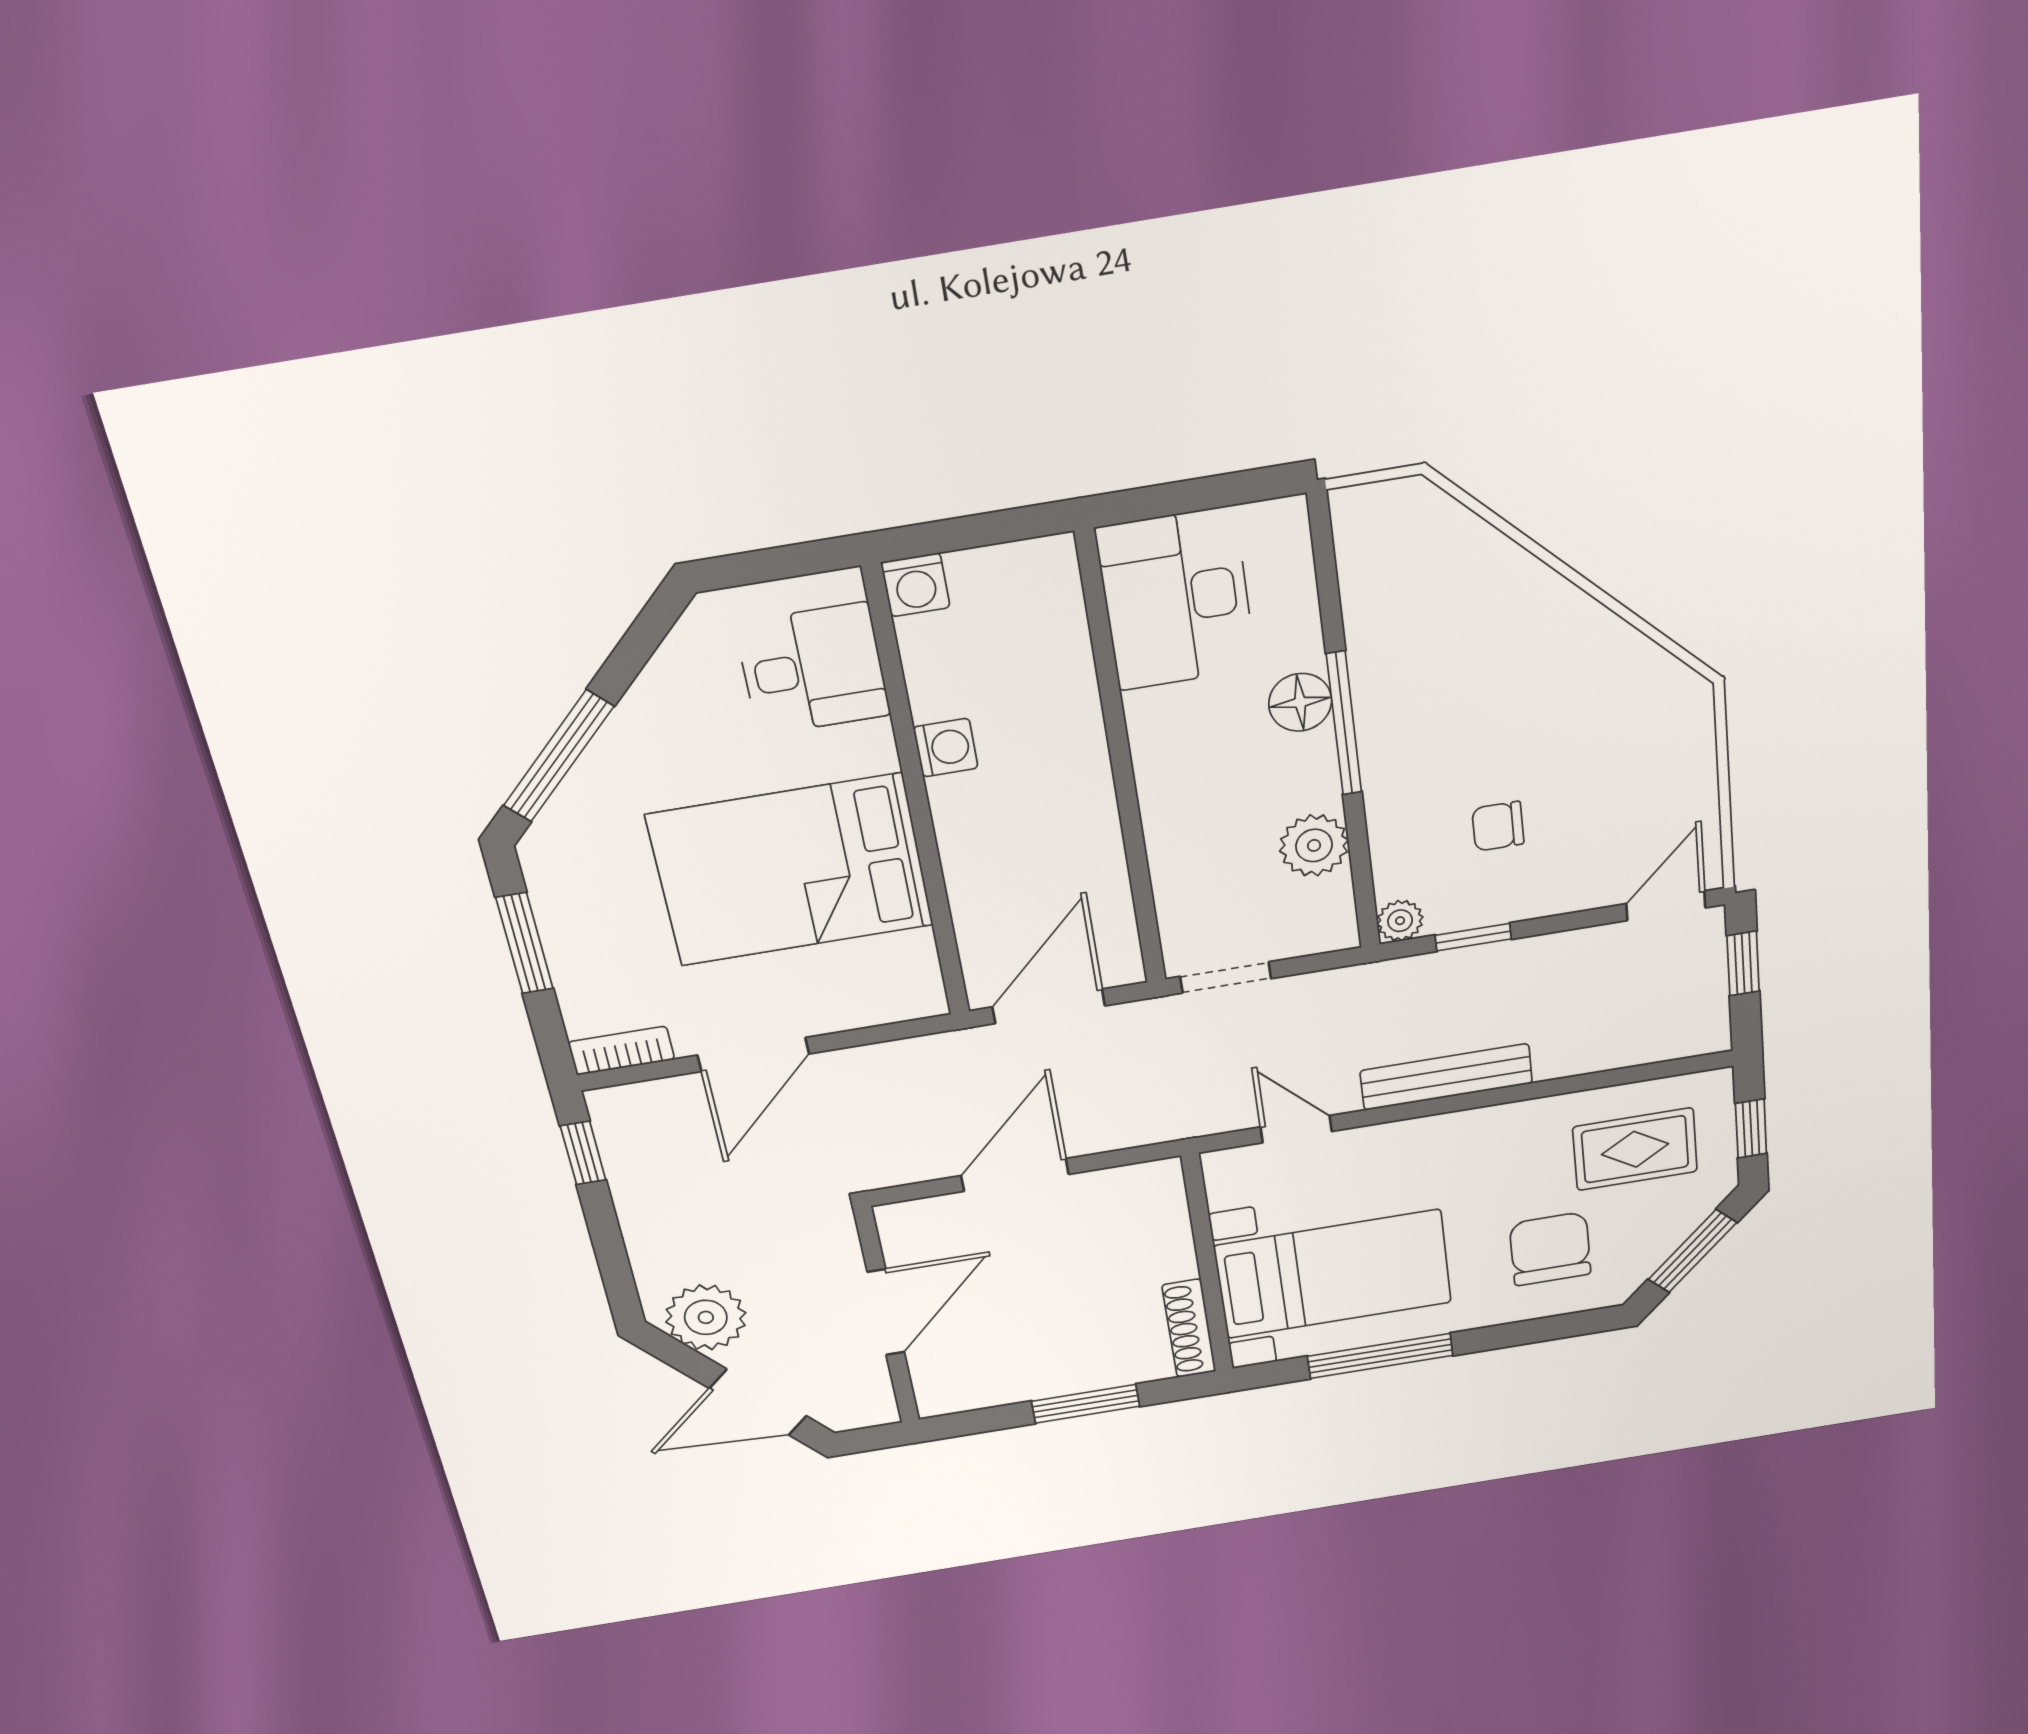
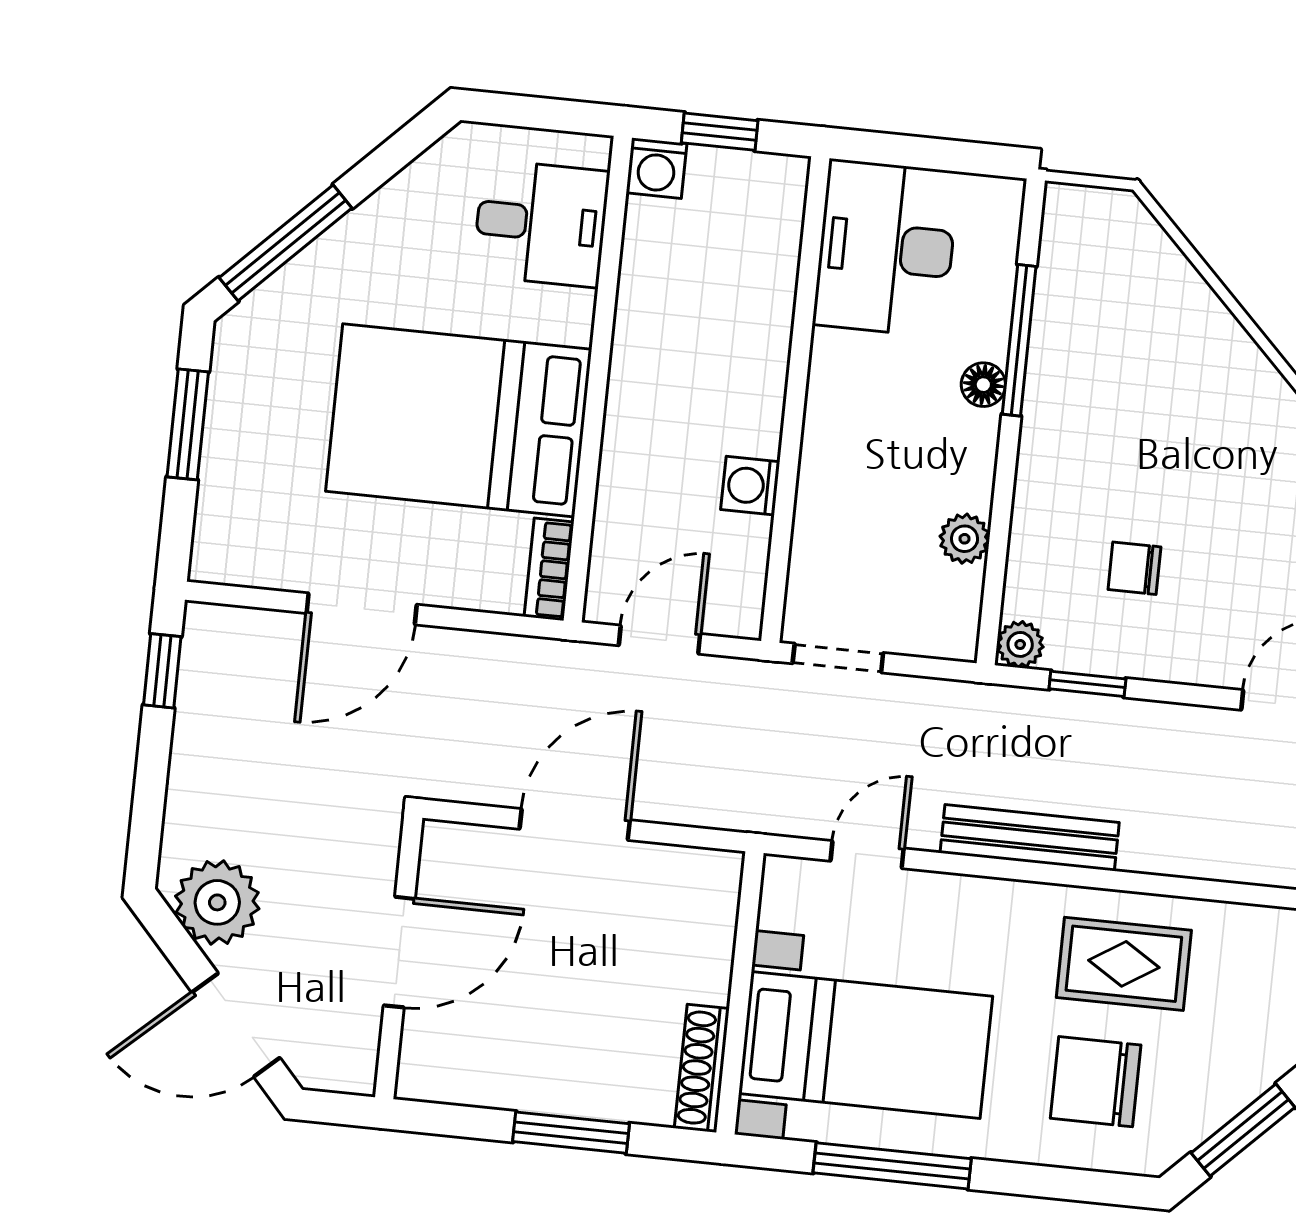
window: (971, 532) -> (720, 132), added
floor lamp: (1300, 702) -> (983, 385), width x0.73, depth x0.73
window: (1344, 723) -> (1019, 340), moved
washing machine: (946, 748) -> (750, 486), moved, turned 180
plant: (1314, 845) -> (965, 539), width x0.73, depth x0.73
door: (1049, 1006) -> (660, 640), width x0.73
bookcase: (621, 1051) -> (549, 569), moved, turned -90
door: (1296, 1129) -> (867, 855), hinge flipped
rug: (1635, 1149) -> (1124, 964), moved
chair: (1550, 1249) -> (1096, 1082), turned -90

